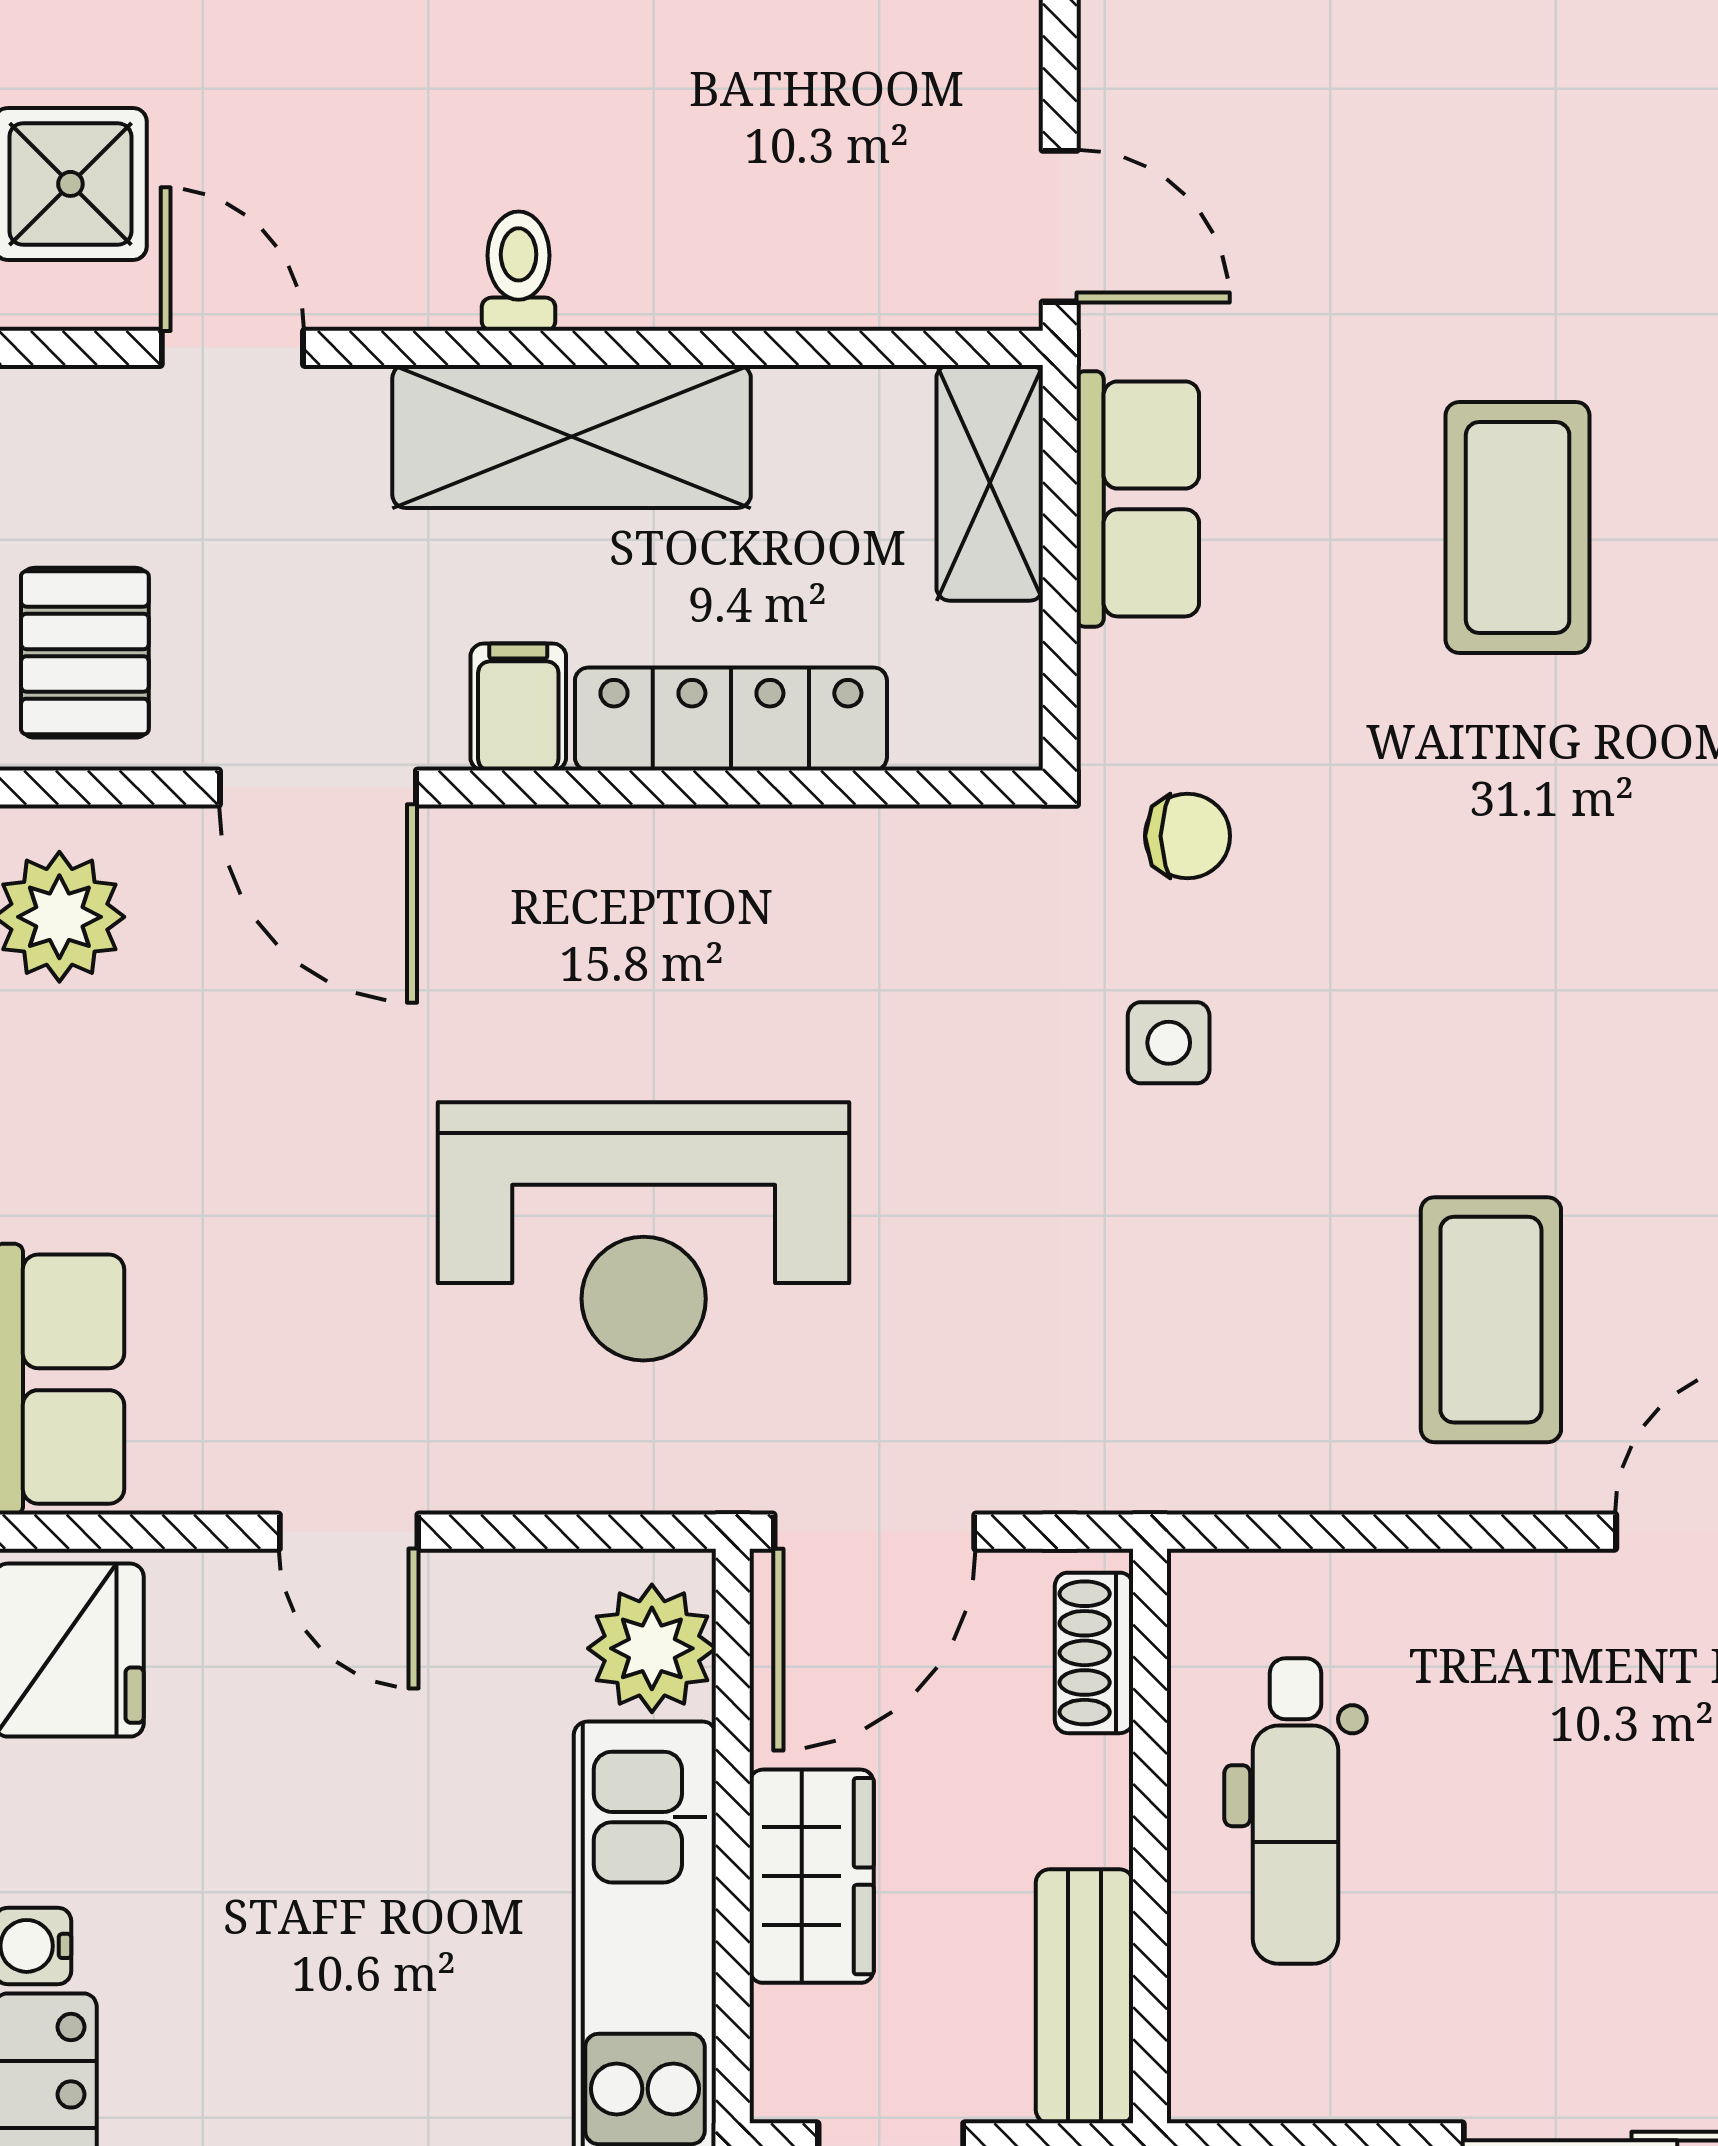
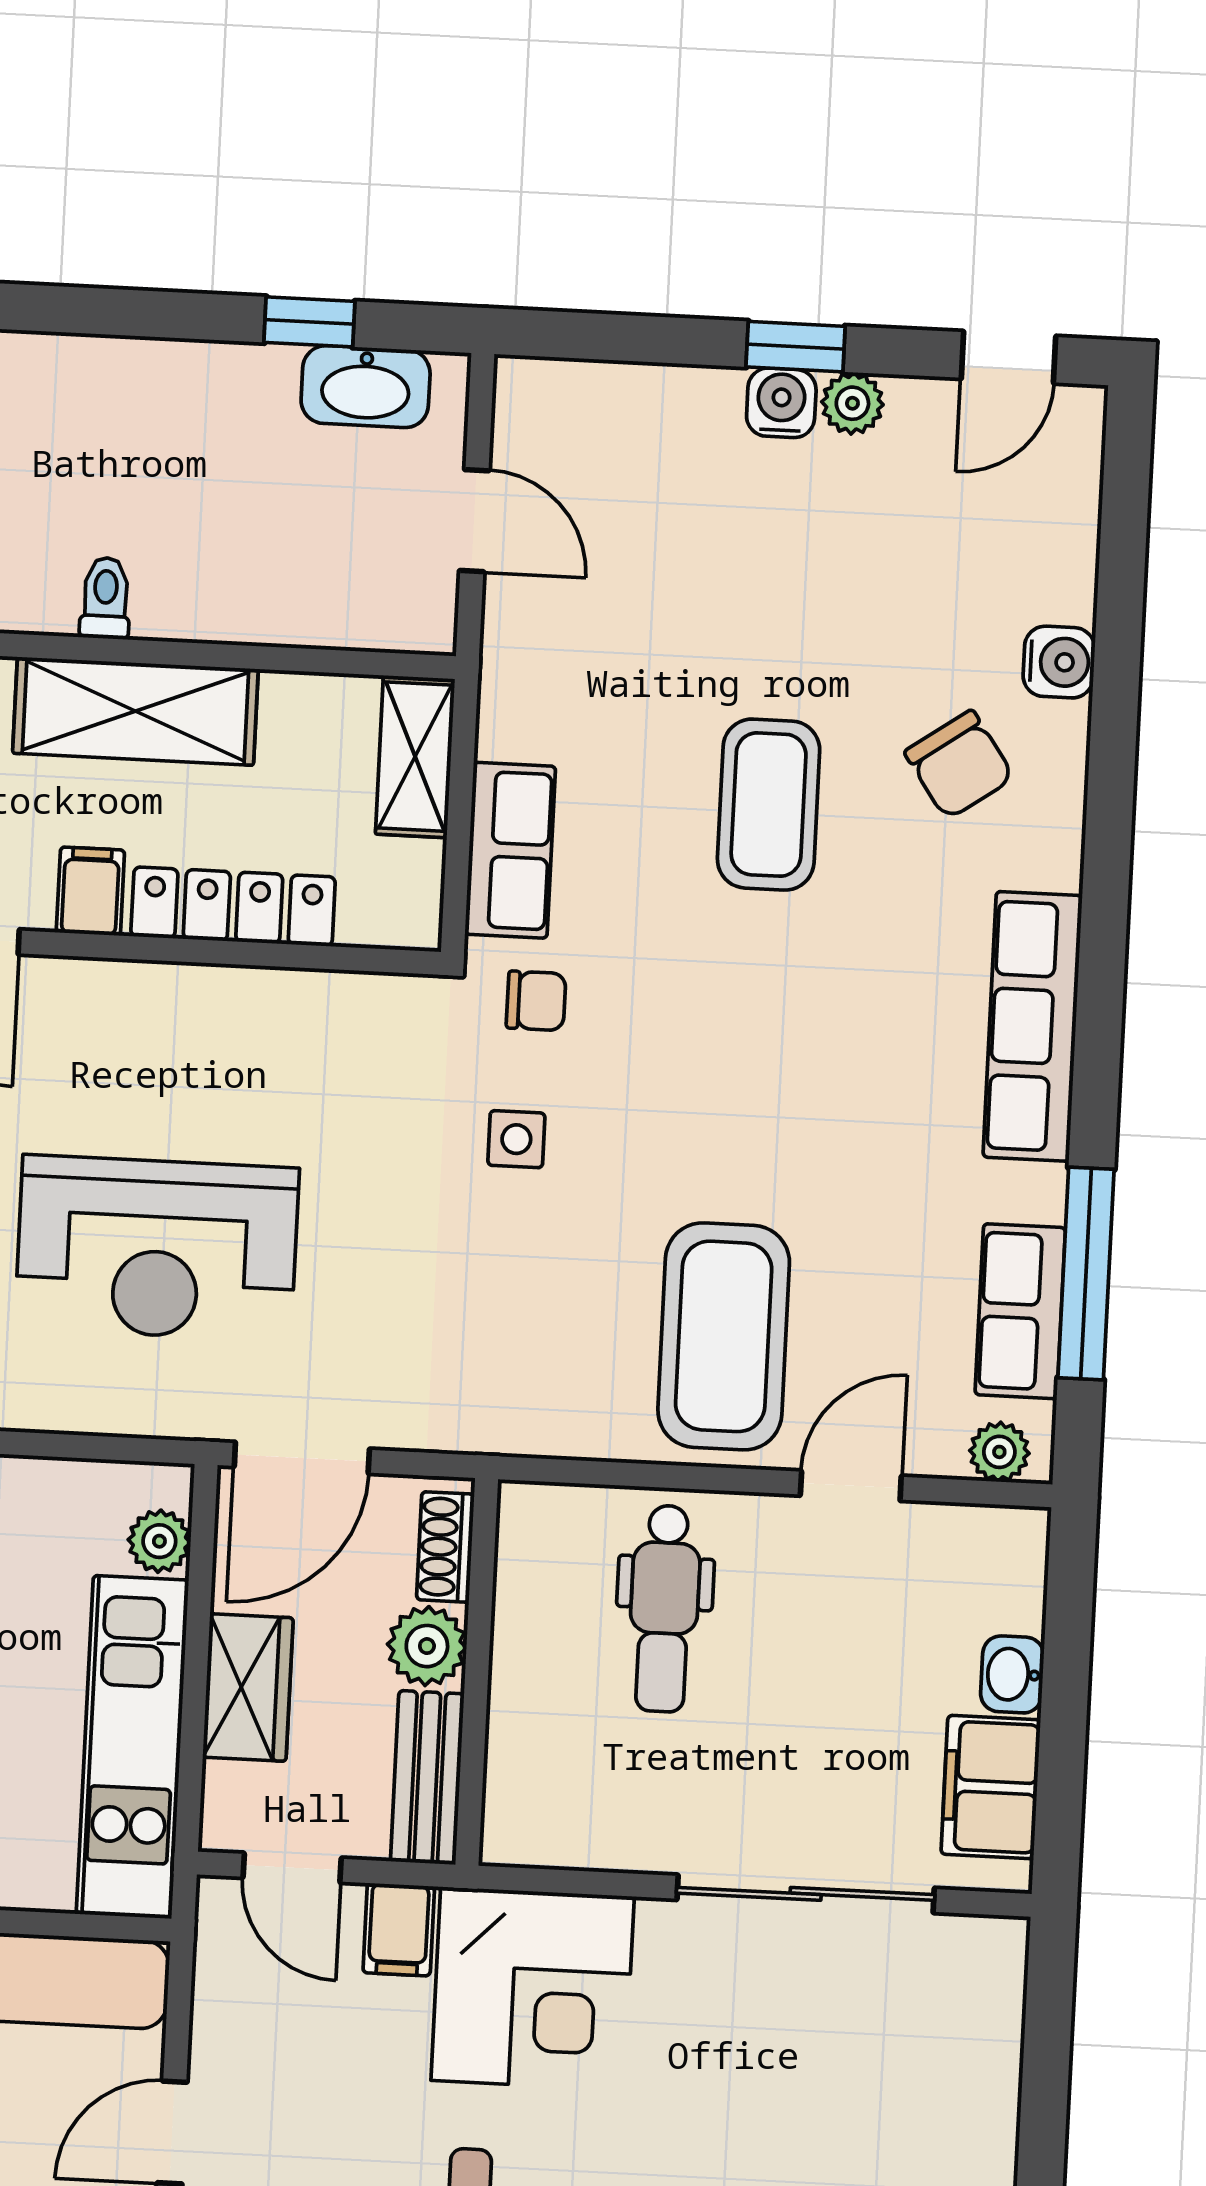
door: (1060, 226) -> (474, 521), moved
row of seats: (1138, 499) -> (510, 850), moved
coffee table: (1491, 1320) -> (724, 1336), width x1.36, depth x1.32
plant: (652, 1648) -> (159, 1541), width x0.73, depth x0.73
plant: (1074, 1801) -> (427, 1646), added
dental chair: (1296, 1811) -> (664, 1609), moved

